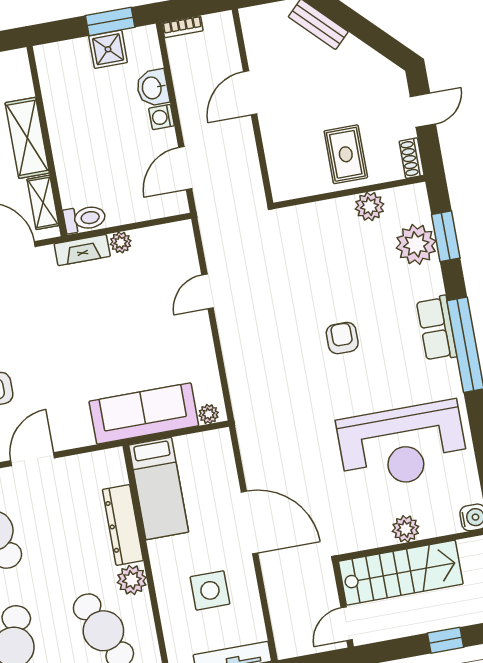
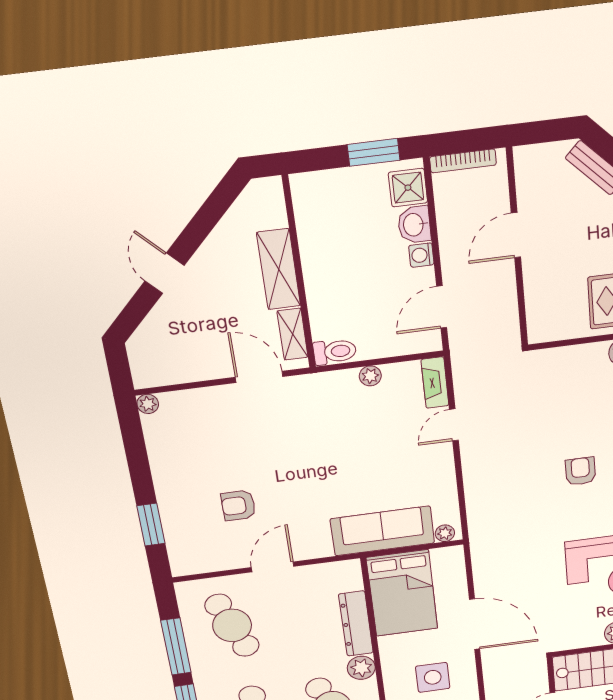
bookcase: (182, 27) -> (463, 161), width x1.56
shower: (108, 49) -> (408, 188), moved
fireplace: (82, 250) -> (435, 383), moved, turned 90
bed: (159, 489) -> (402, 593), width x1.50

